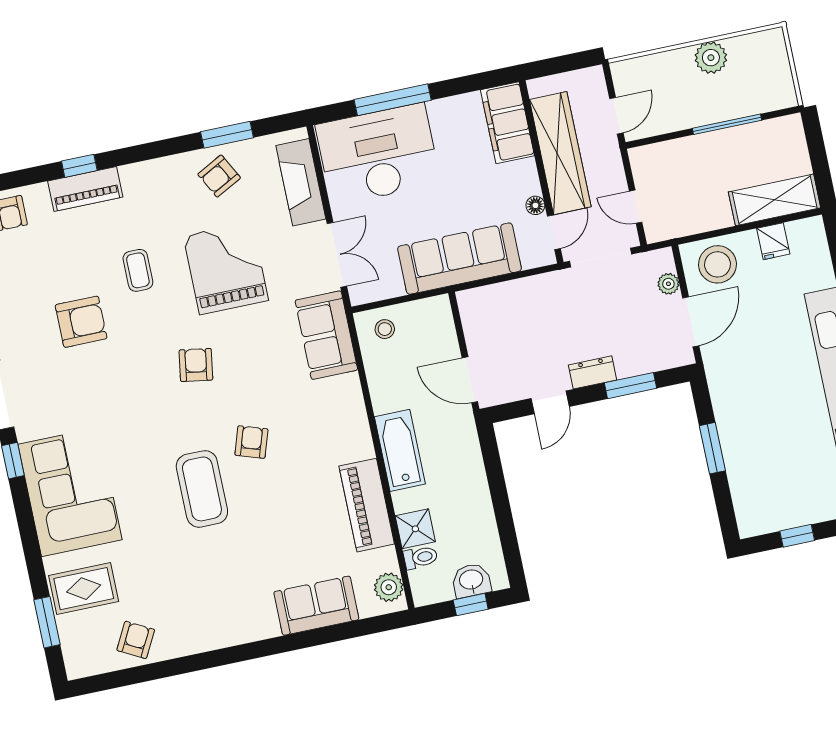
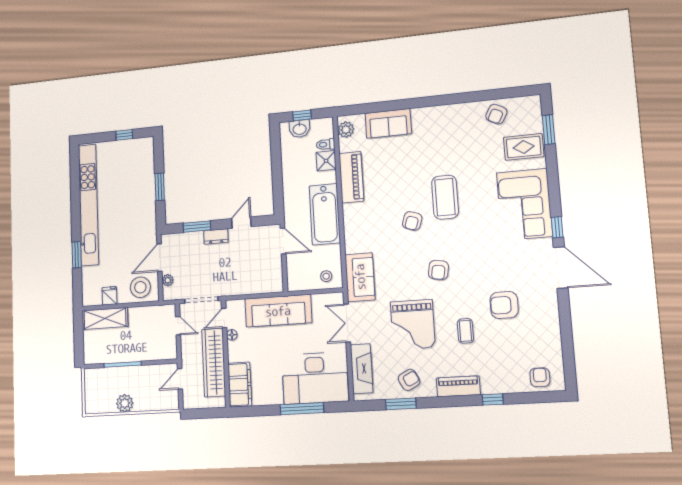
piano: (85, 189) -> (458, 386), moved
bathtub: (400, 450) -> (325, 214), width x1.36, depth x1.36

